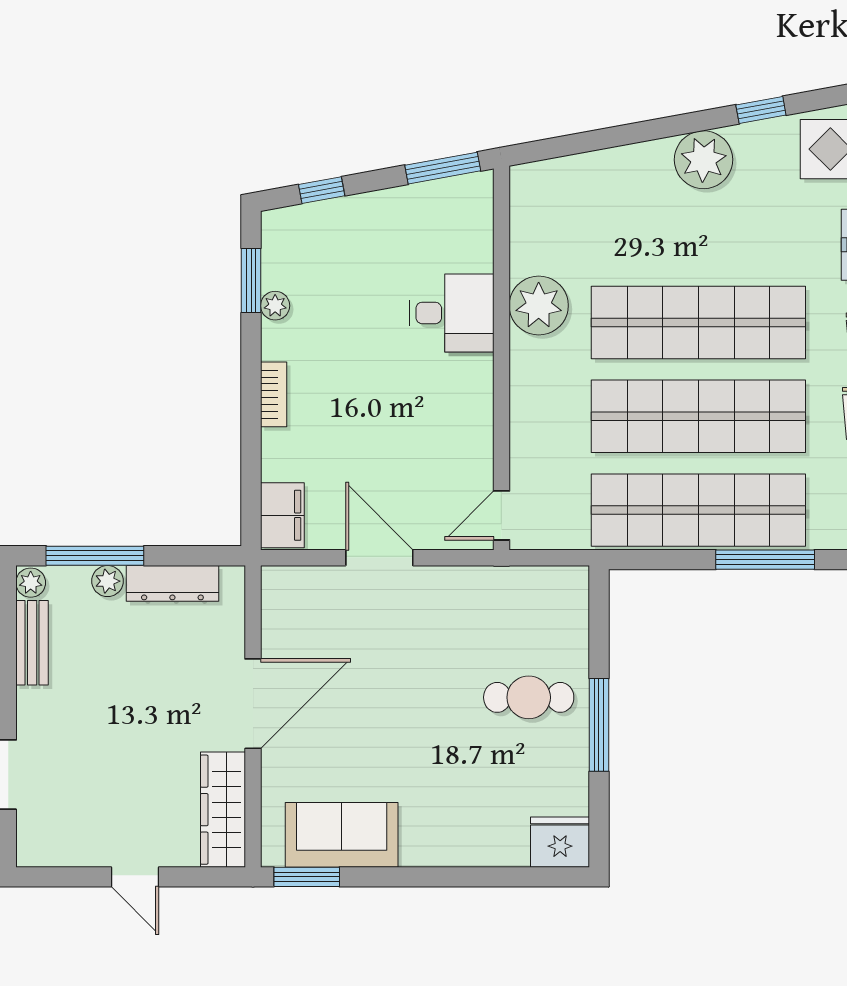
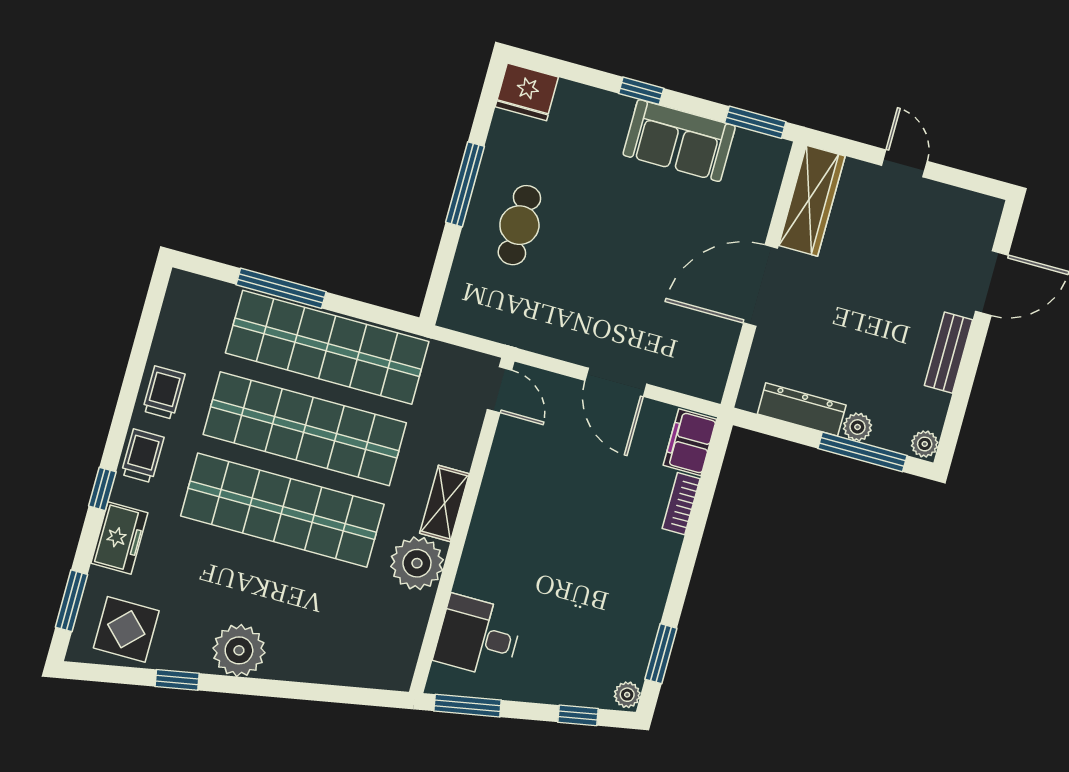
plant: (275, 306) -> (627, 695), moved
desk: (452, 313) -> (478, 636), moved
shelving: (527, 377) -> (444, 504), added
bookcase: (274, 394) -> (681, 504), moved
door: (501, 515) -> (500, 390), hinge flipped
bench: (32, 643) -> (949, 353), moved
cafe table: (529, 697) -> (519, 225), turned 90
sofa: (342, 835) -> (679, 141), moved
window: (438, 877) -> (641, 91), added

